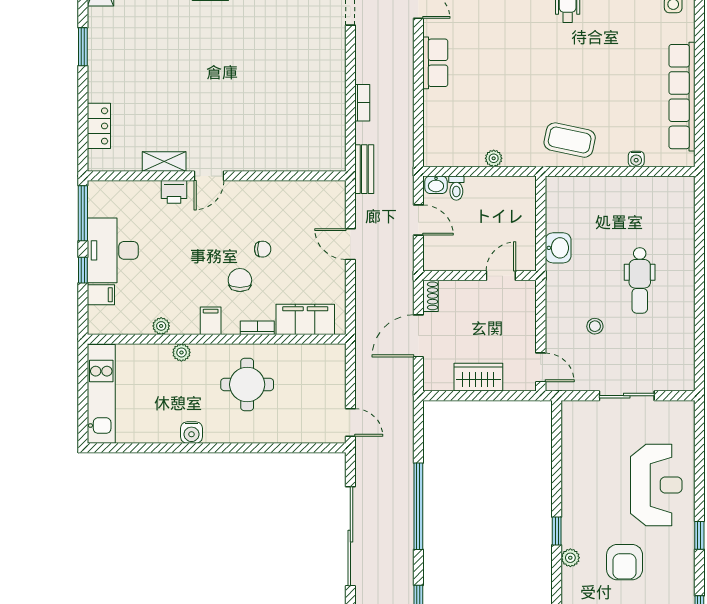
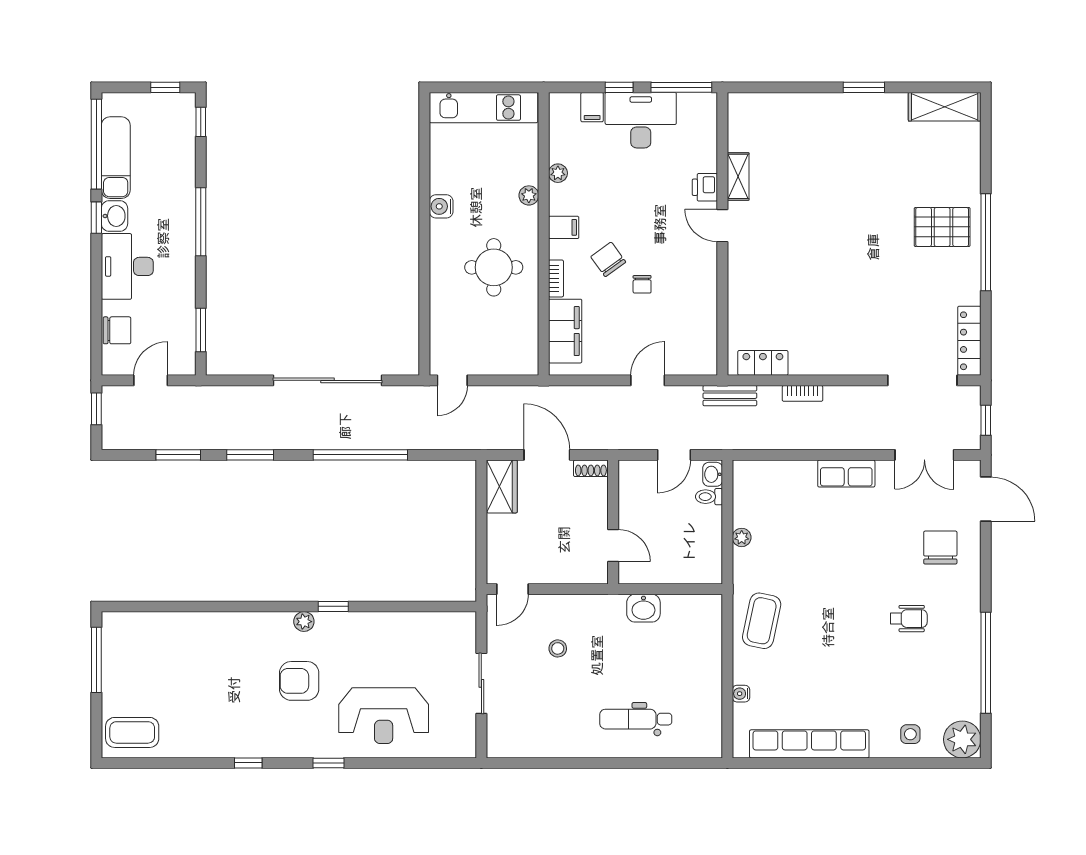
locker: (99, 126) -> (763, 363), moved, turned 180
chair: (240, 280) -> (608, 259), turned -126
dental chair: (640, 280) -> (636, 719), moved
wardrobe: (478, 377) -> (502, 486), moved

